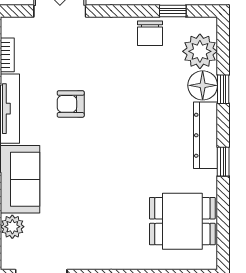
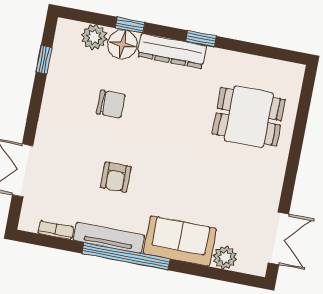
chair: (150, 33) -> (111, 104), moved
plant: (200, 51) -> (94, 37), width x0.73, depth x0.73
dining table: (182, 221) -> (249, 117), moved, turned 90

